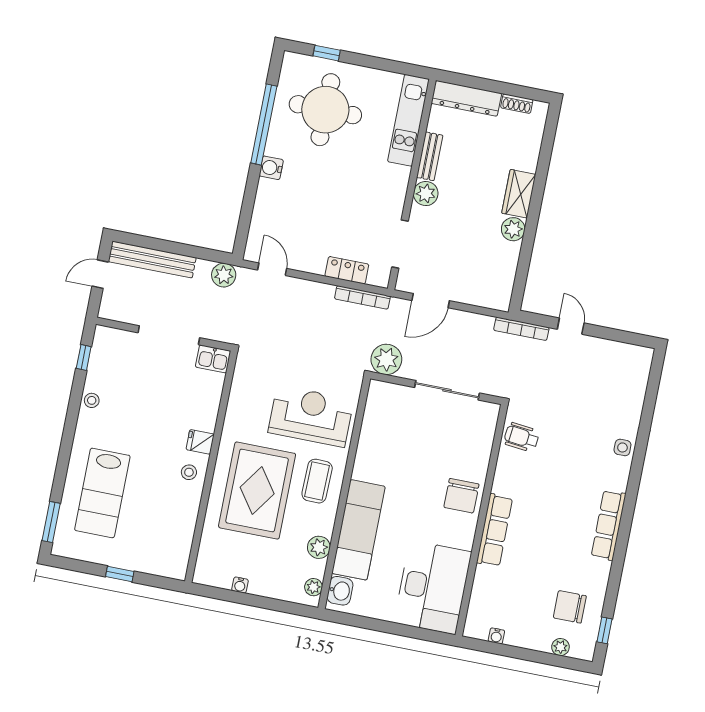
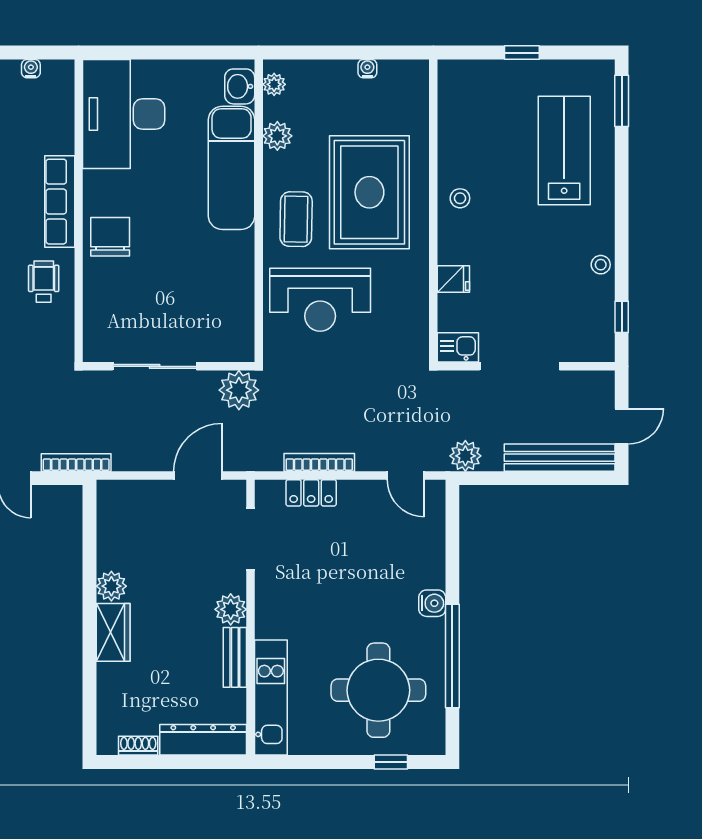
bookcase: (362, 297) -> (319, 462), moved
wheelchair: (522, 437) -> (44, 282), moved, turned -96
fridge: (200, 442) -> (453, 279), moved

